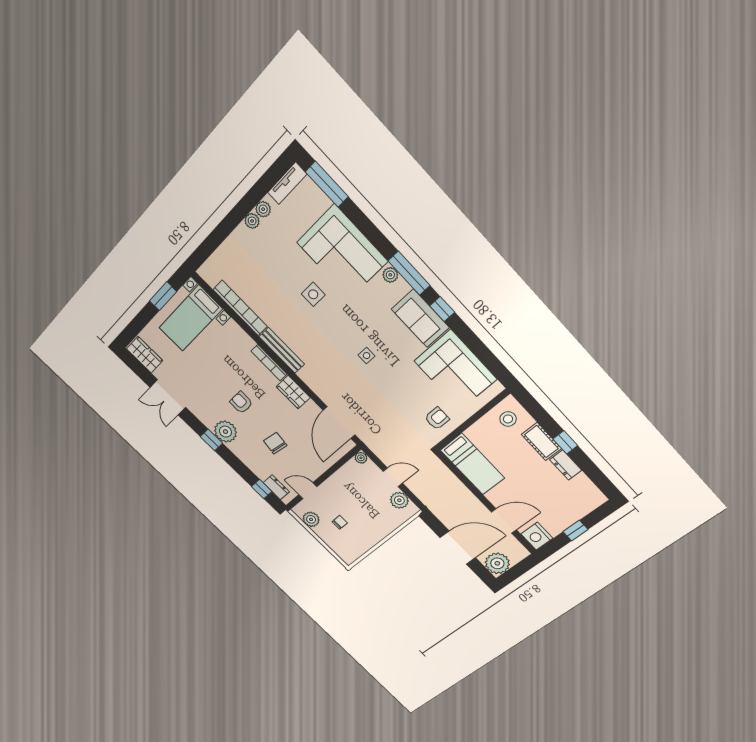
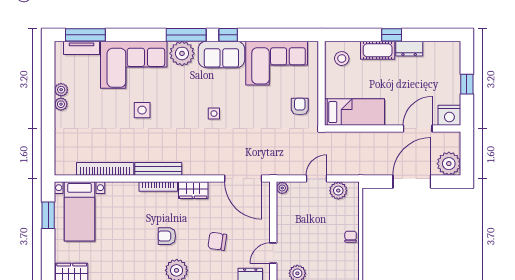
tv unit: (287, 183) -> (81, 48), moved, turned 90
plant: (390, 275) -> (182, 53), width x1.87, depth x1.87
chair: (340, 522) -> (351, 237), moved

